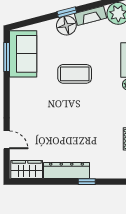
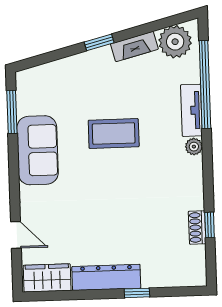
floor lamp: (66, 25) -> (99, 62), removed
sofa: (23, 54) -> (38, 150), moved

